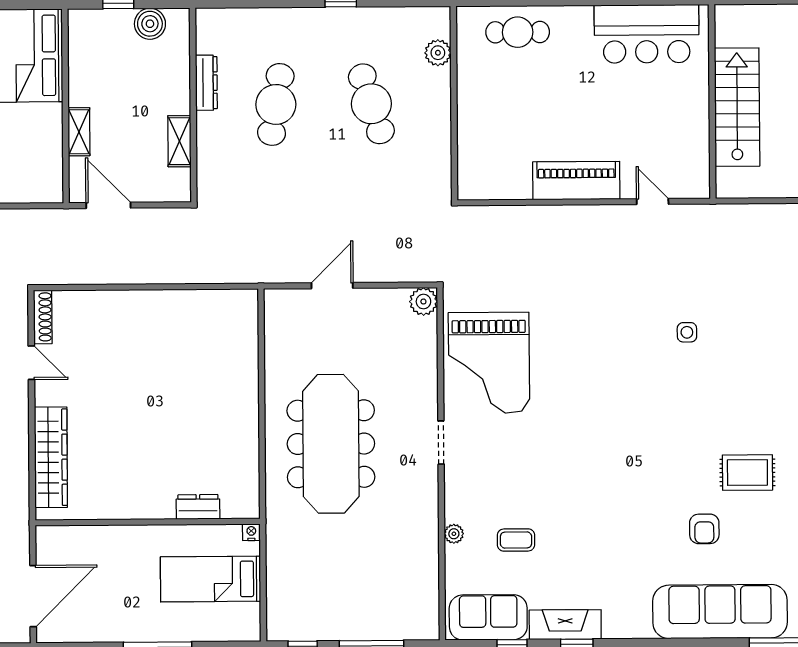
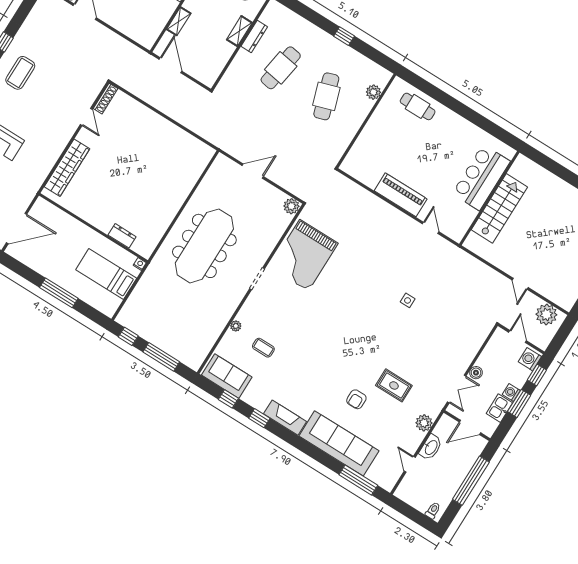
bar counter: (647, 34) -> (481, 177), moved, turned 90
shelving: (179, 141) -> (239, 31), moved
fireplace: (565, 625) -> (285, 418), moved

